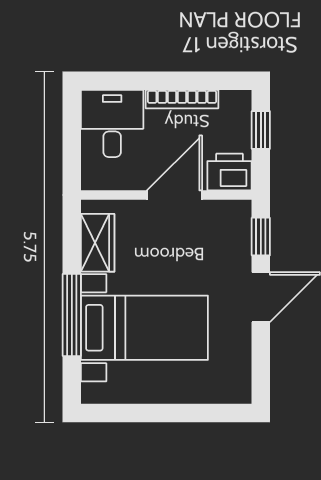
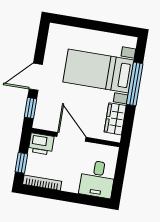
bookcase: (182, 99) -> (42, 183), moved
door: (174, 195) -> (71, 137), swing flipped

